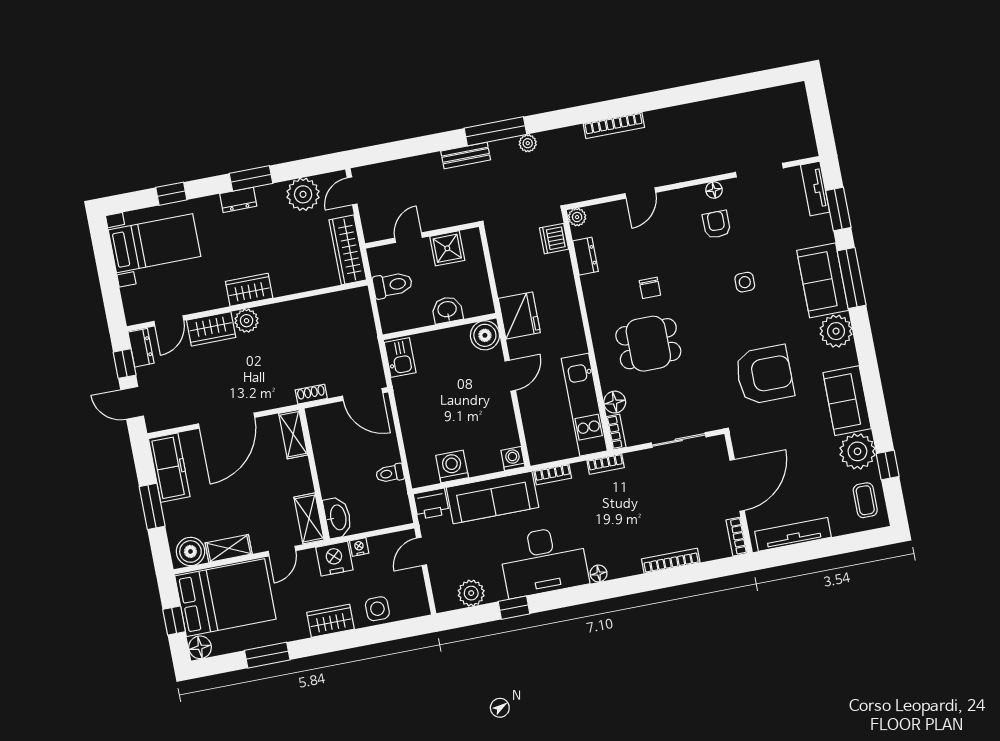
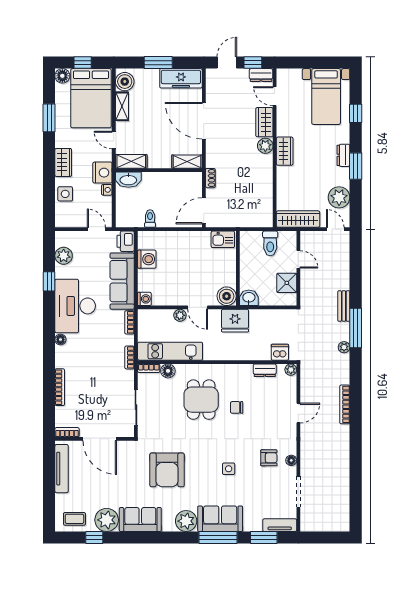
door: (640, 193) -> (298, 413), swing flipped
washbasin: (447, 310) -> (249, 298), moved, turned -90
plant: (527, 400) -> (180, 315), added

